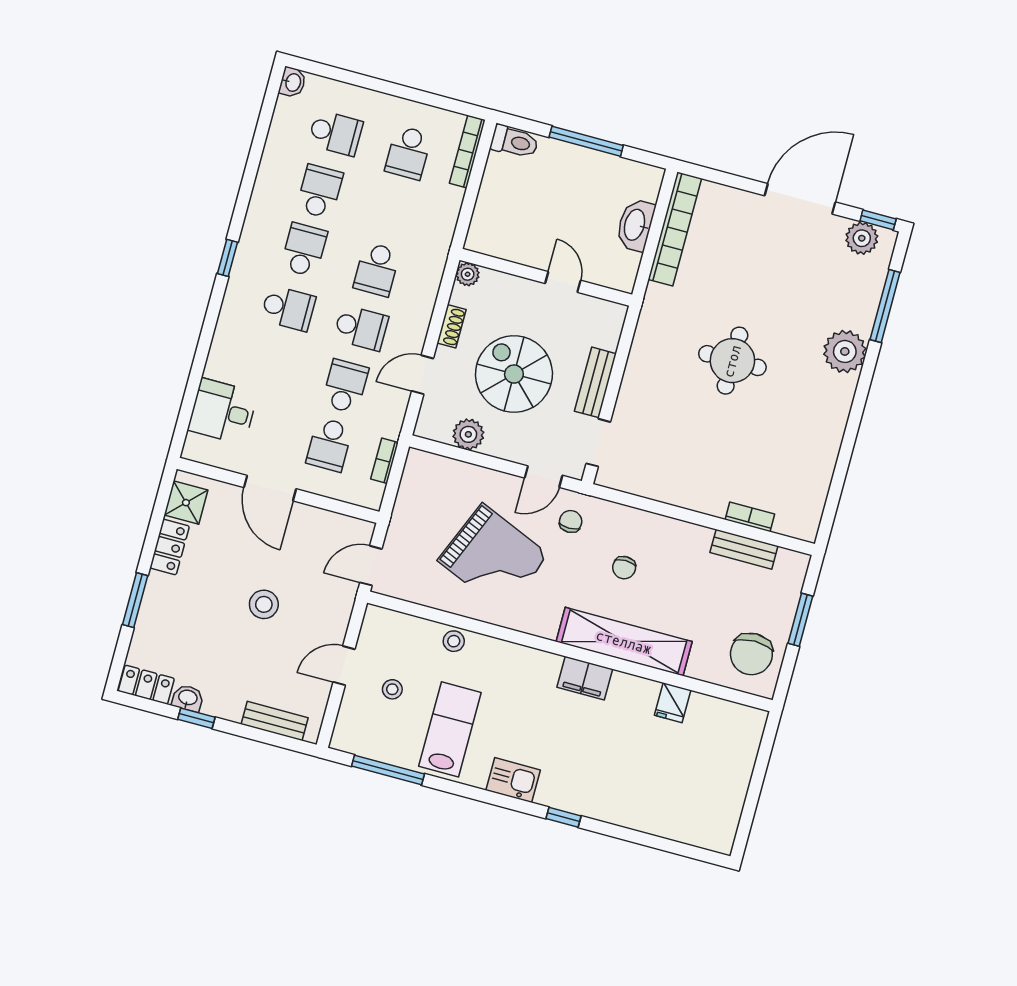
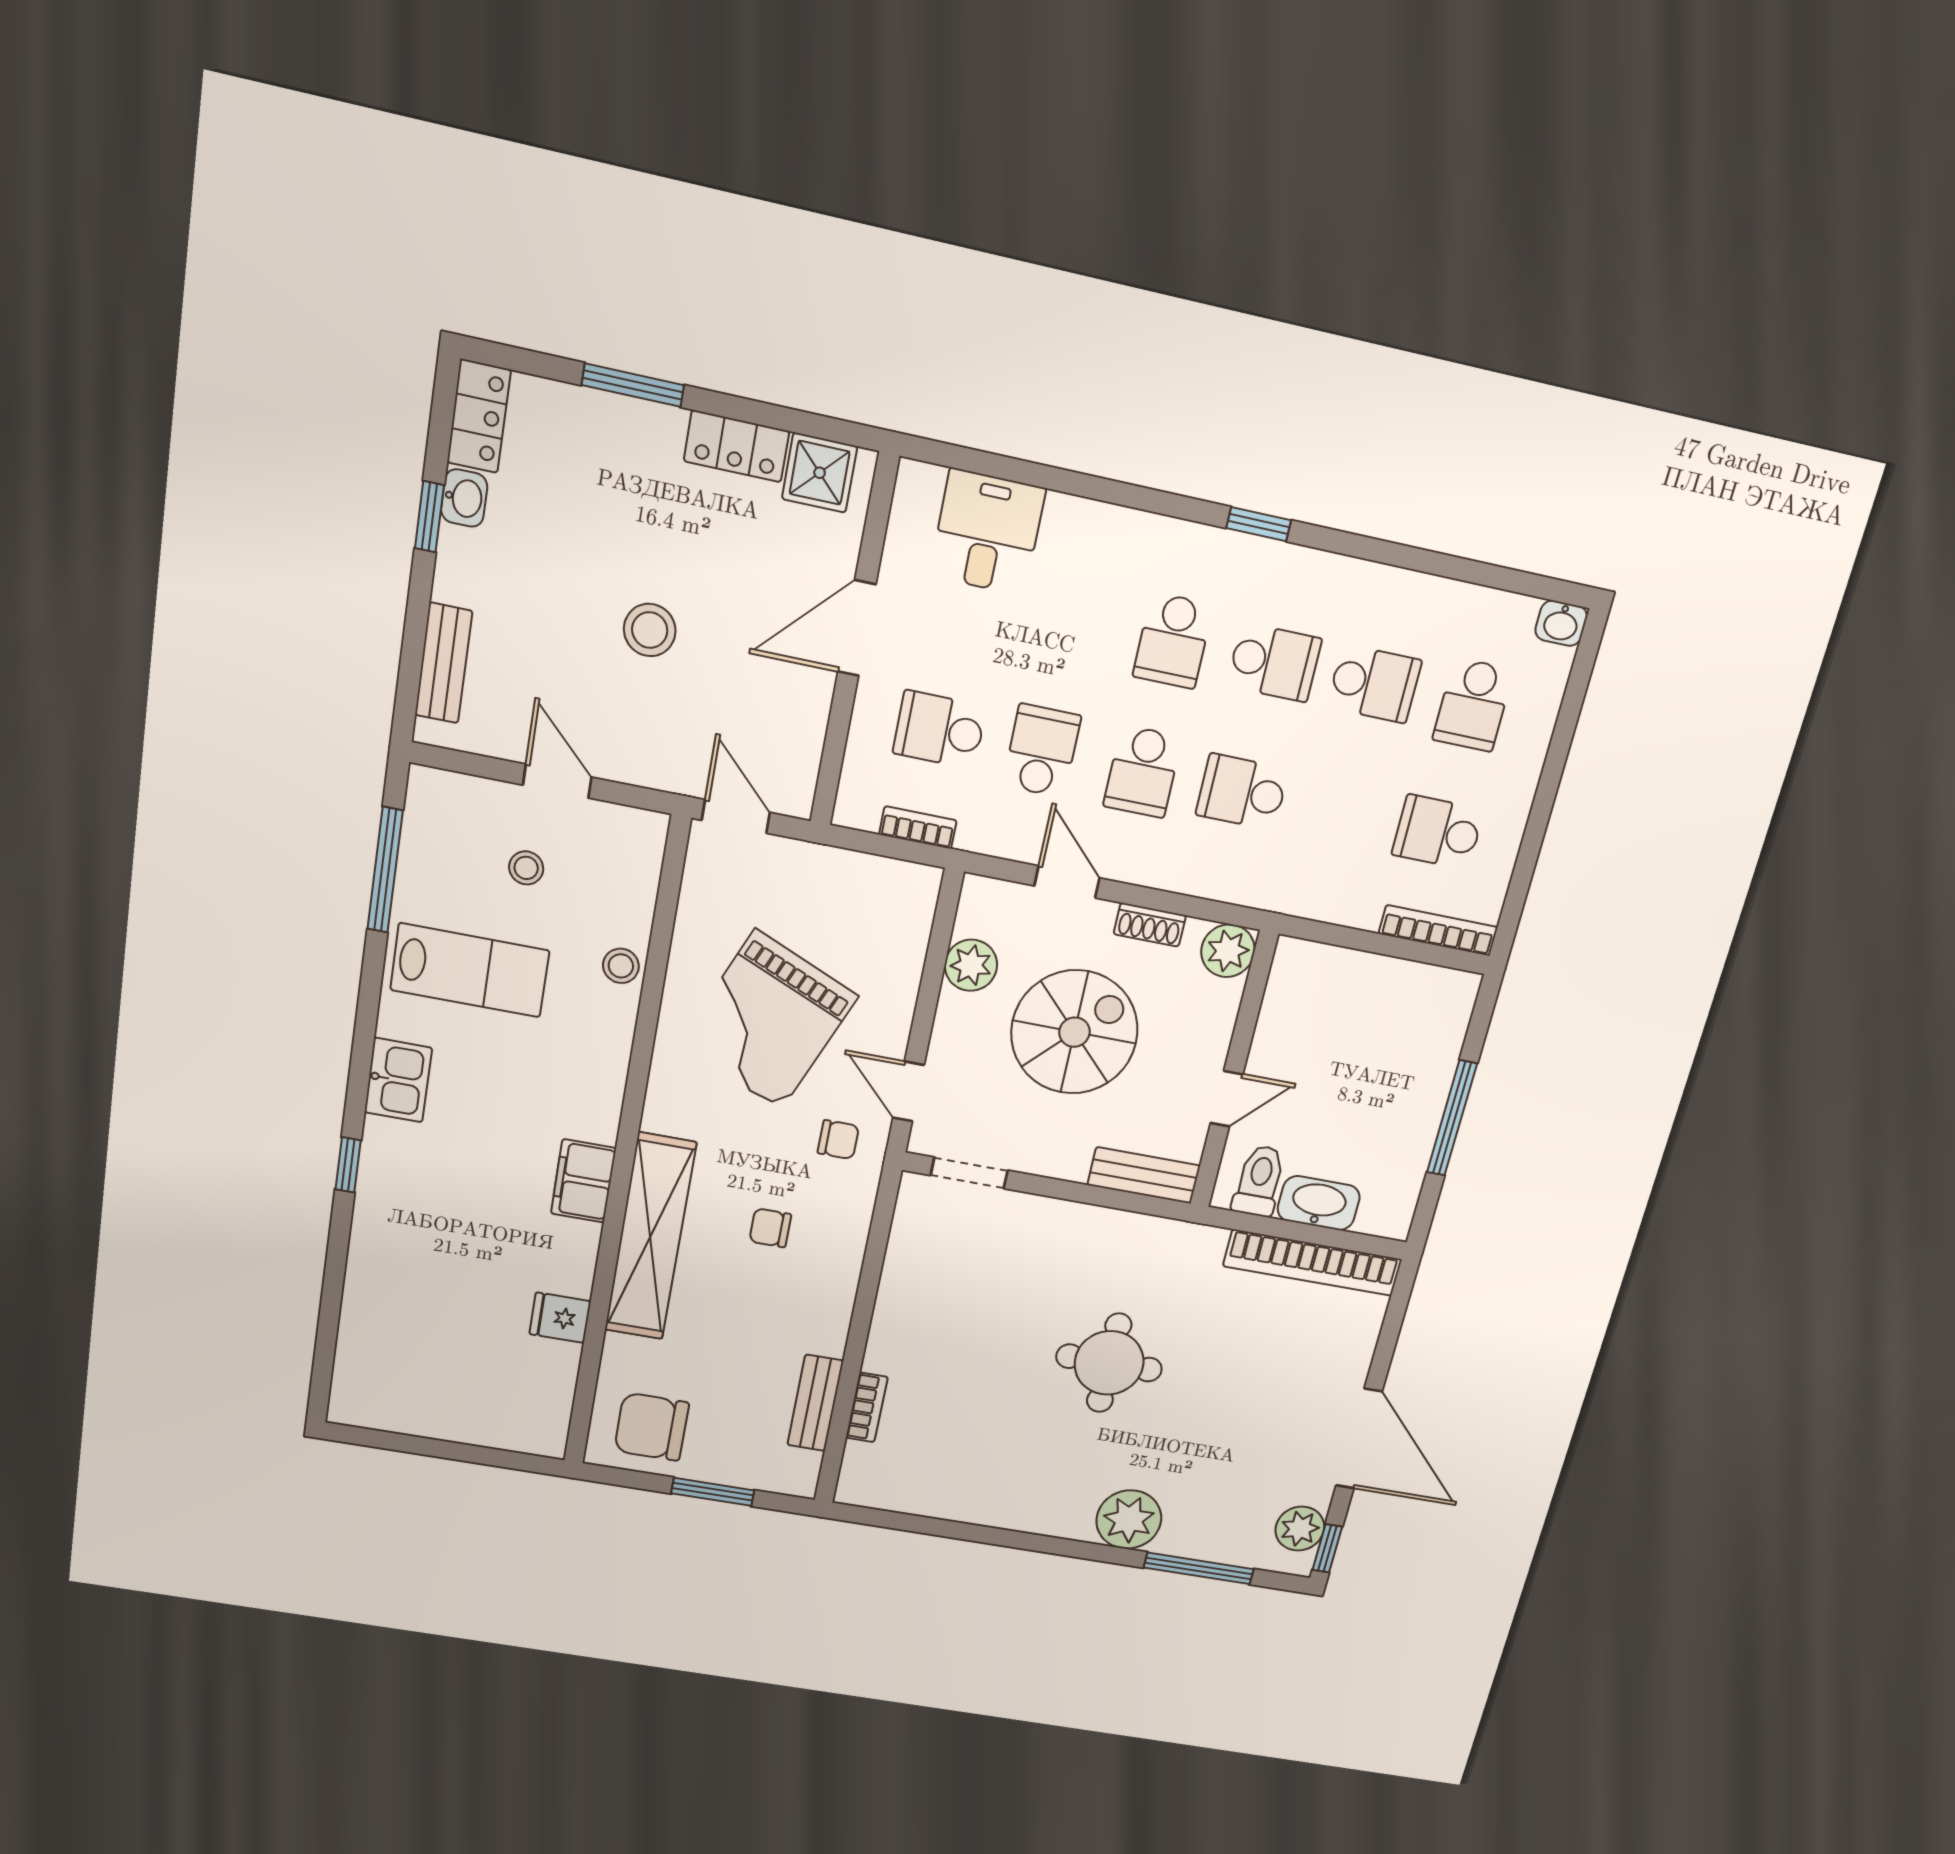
toilet: (514, 142) -> (1259, 1181), moved, turned 180
plant: (468, 274) -> (1228, 951), width x1.38, depth x1.38
bench: (595, 382) -> (1144, 1175), moved
school desk: (345, 386) -> (1042, 751), turned -90

